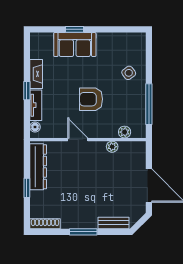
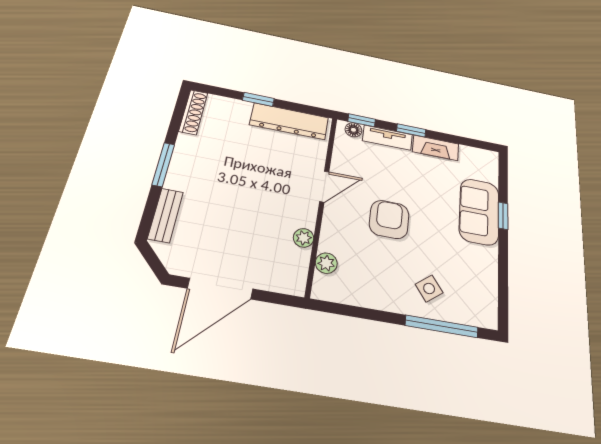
window: (149, 104) -> (442, 326), moved
window: (27, 123) -> (362, 120), added

